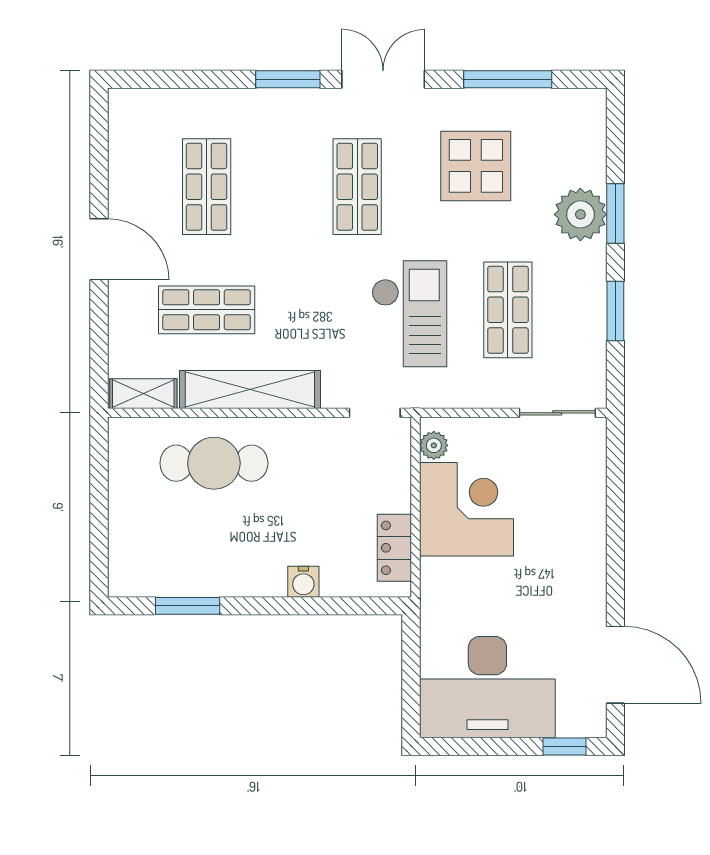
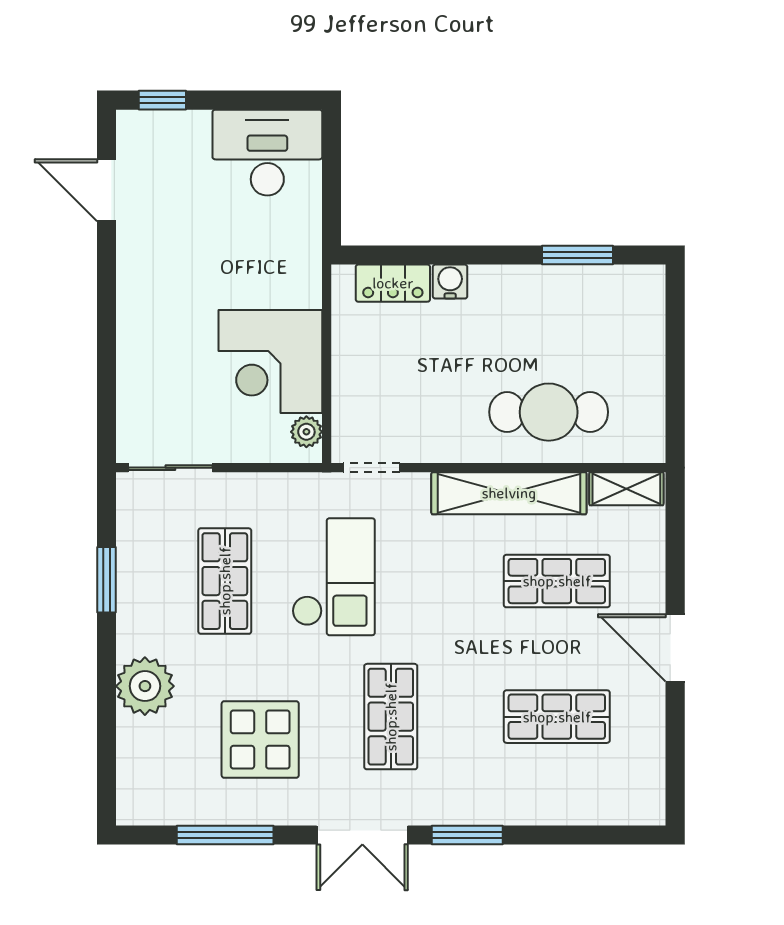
shop shelf: (207, 187) -> (557, 717), turned 90
window: (615, 213) -> (106, 687), removed
checkout: (409, 314) -> (333, 577), turned 180
locker: (394, 548) -> (393, 283), moved, turned 90
door: (615, 665) -> (106, 190), width x0.73
desk: (487, 687) -> (267, 153), width x0.73, depth x0.77

